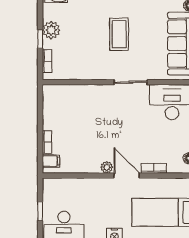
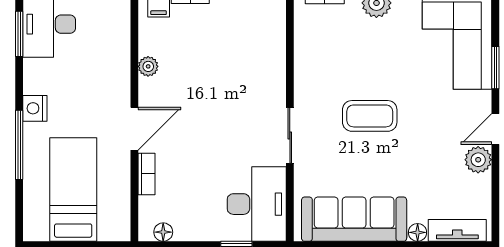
plant: (107, 167) -> (148, 66), moved

